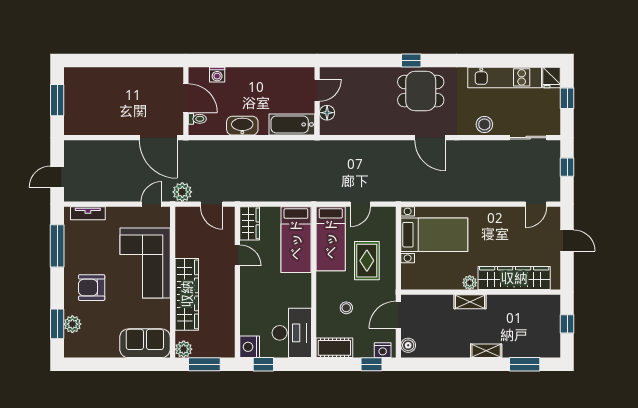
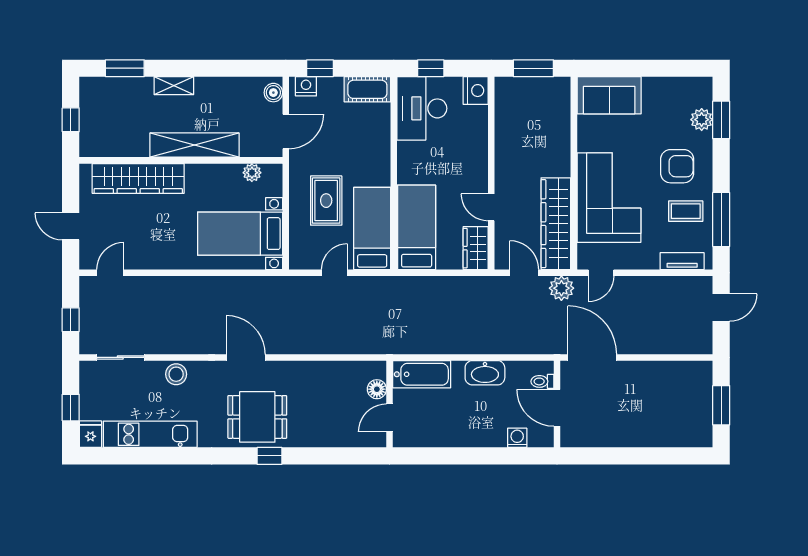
coffee table: (85, 252) -> (686, 211), added
plant: (470, 283) -> (252, 173), moved
wardrobe: (187, 294) -> (556, 224), moved
shelving: (470, 302) -> (195, 145), width x2.20, depth x1.33
stool: (346, 308) -> (352, 140), removed
plant: (184, 349) -> (560, 88), removed
window: (263, 364) -> (431, 68), moved

